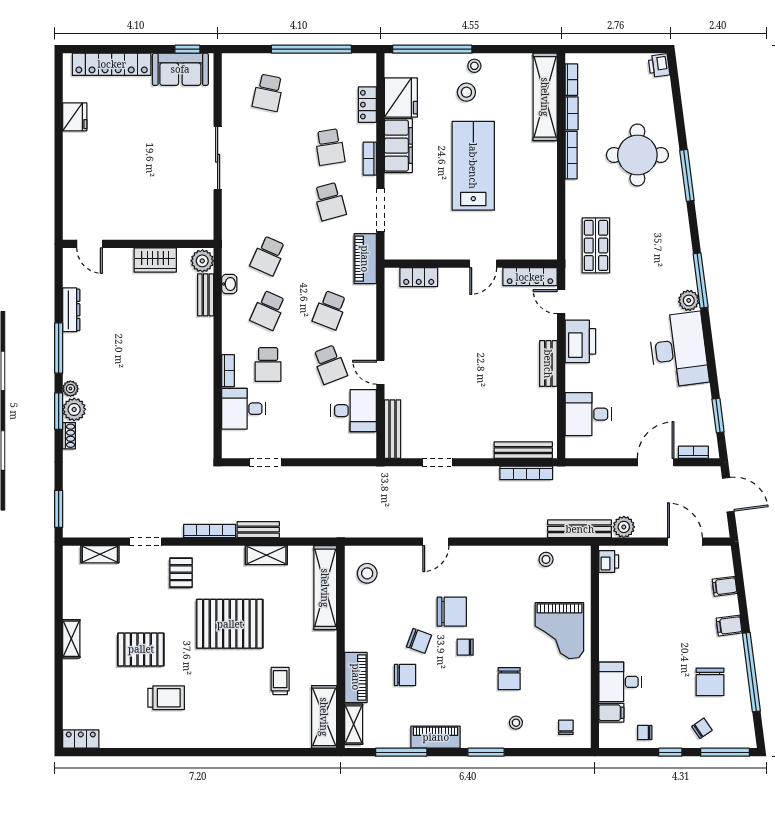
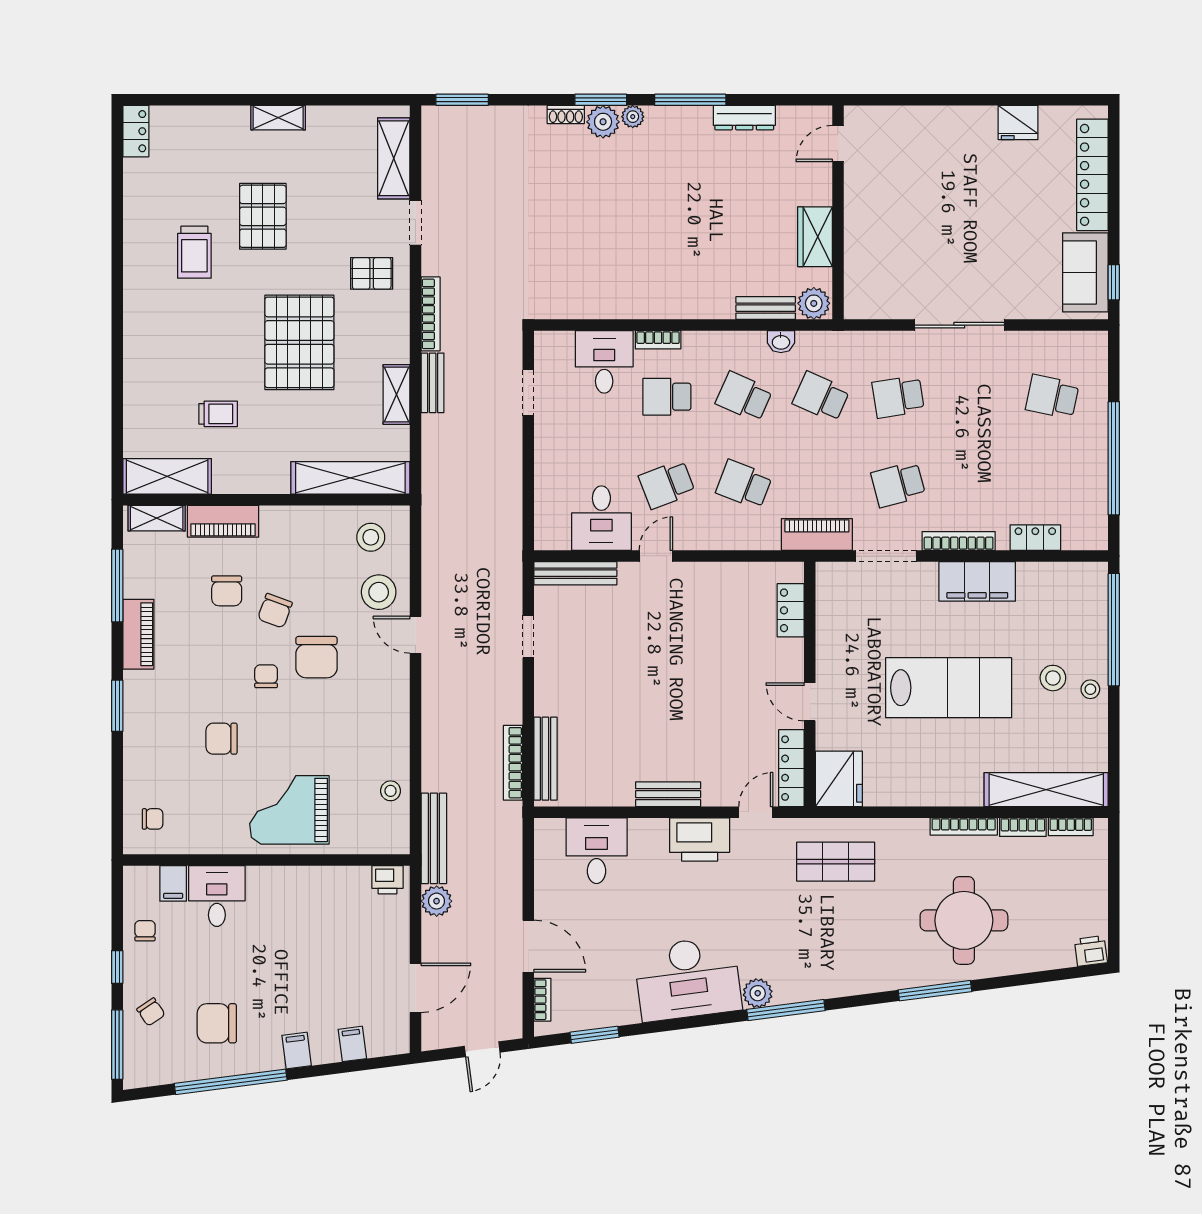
fridge: (401, 98) -> (839, 779), moved, turned -90
school desk: (330, 147) -> (898, 397), moved
bookcase: (370, 159) -> (959, 541), width x1.56
door: (728, 495) -> (482, 1049), width x0.73
shelving: (100, 554) -> (394, 158), width x1.50, depth x1.33
stool: (516, 723) -> (379, 592), moved, width x1.89, depth x1.89

